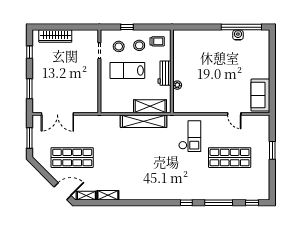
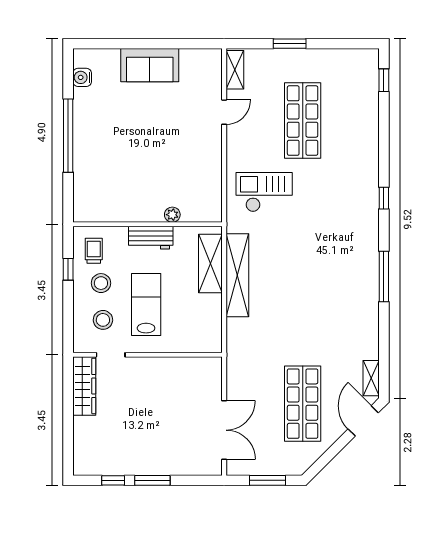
window: (127, 27) -> (68, 269), moved
window: (241, 27) -> (68, 136), moved
water cooler: (238, 35) -> (82, 77), moved
wardrobe: (55, 36) -> (84, 386), moved
lab bench: (127, 70) -> (146, 304), turned 180
window: (29, 89) -> (152, 480), moved
sofa: (260, 95) -> (150, 65), moved
shelving: (108, 195) -> (235, 70), moved
window: (219, 203) -> (384, 277), moved

